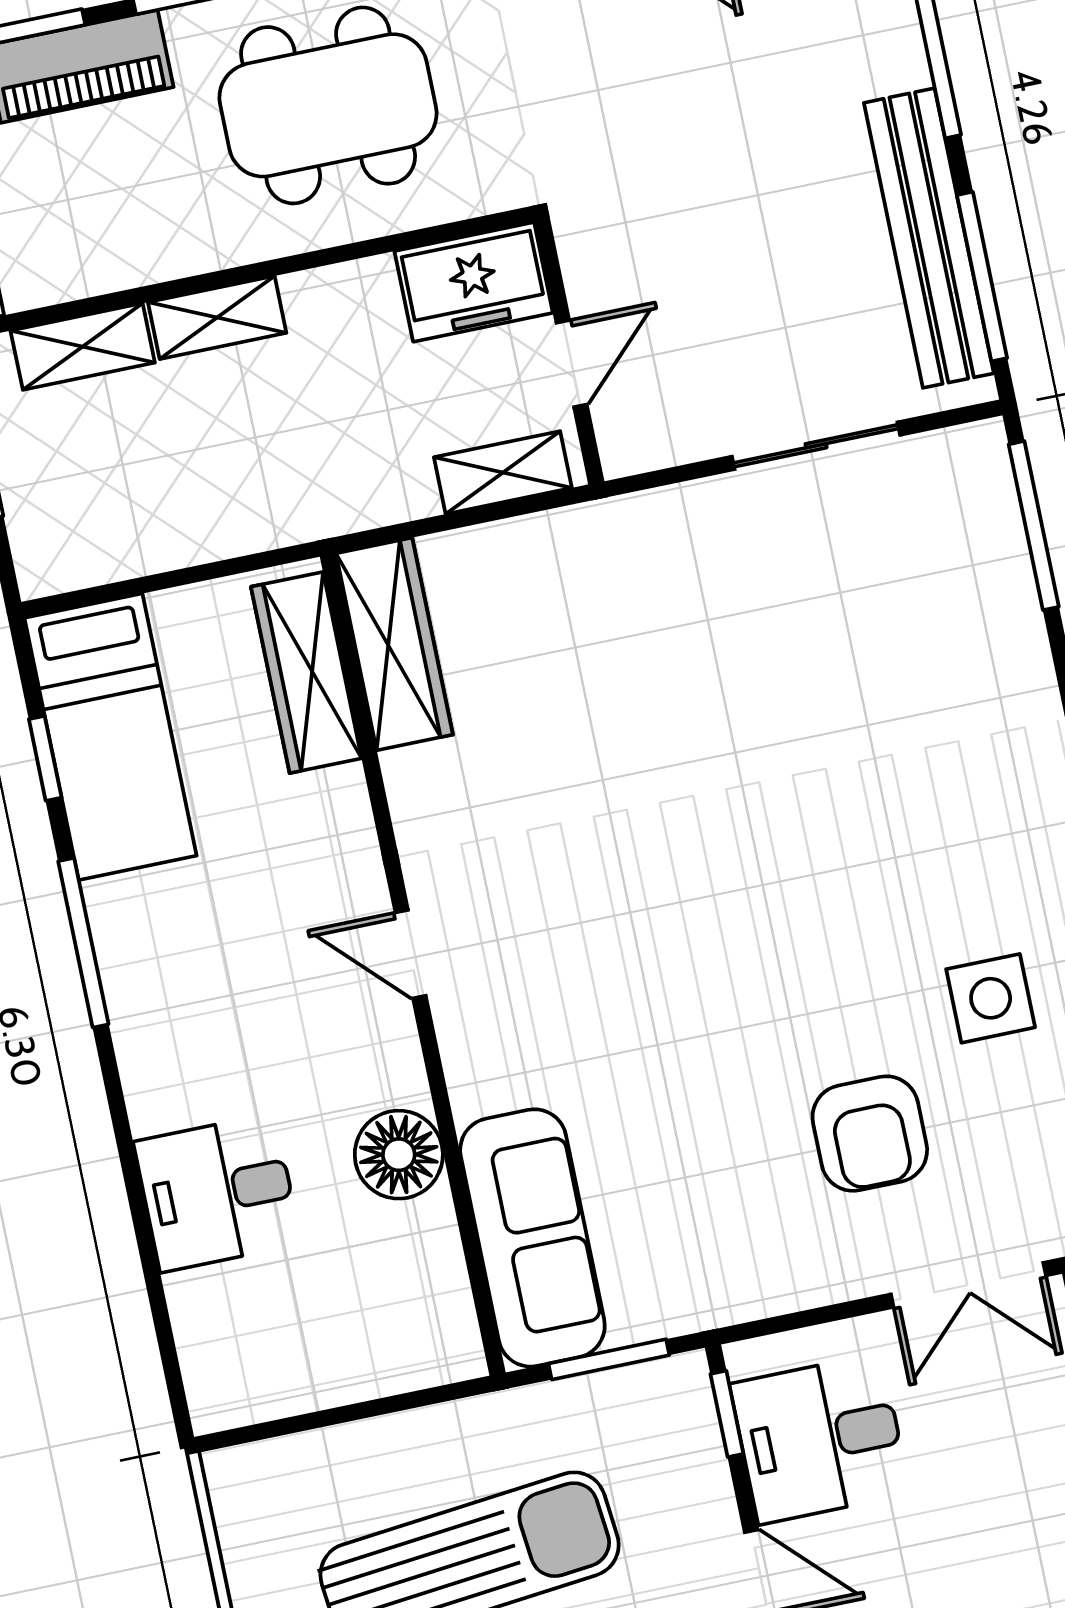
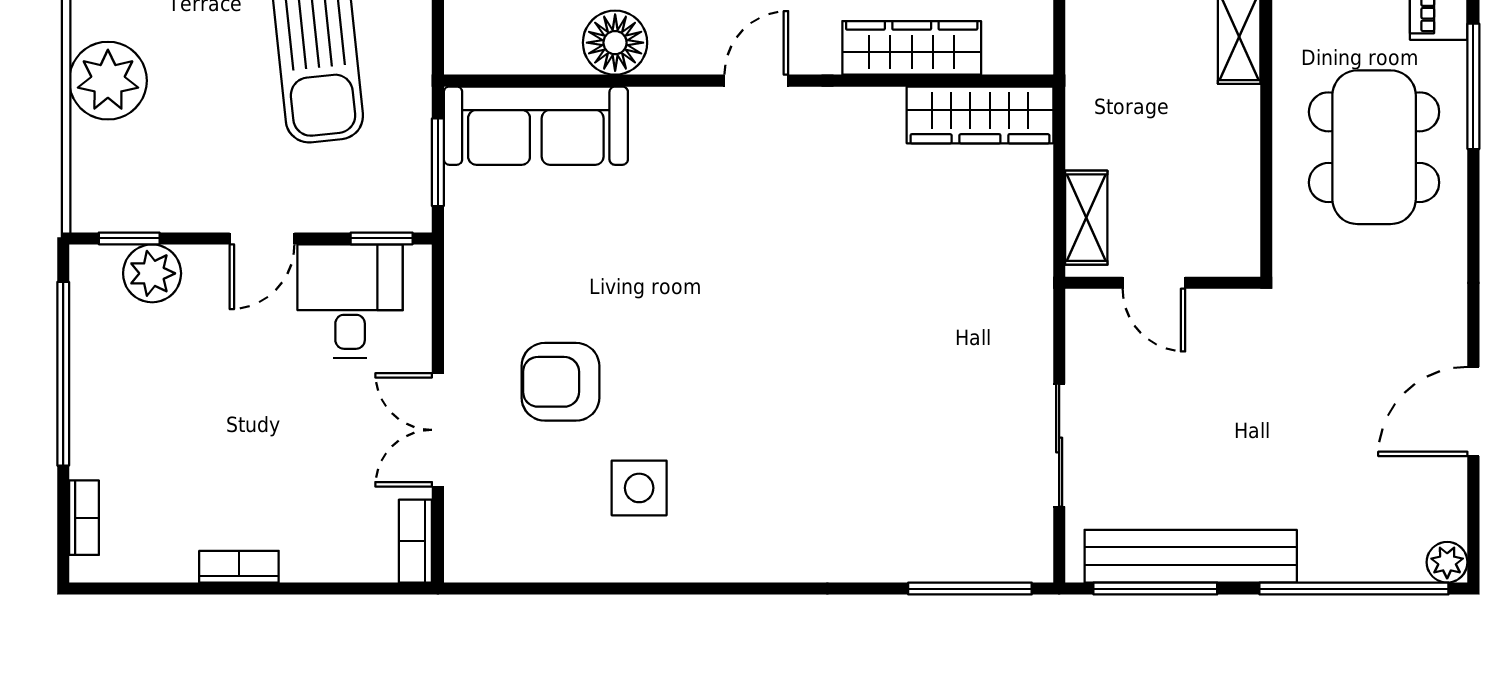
freezer: (474, 282) -> (1227, 225), removed
wardrobe: (306, 673) -> (912, 48), moved

